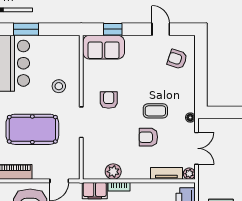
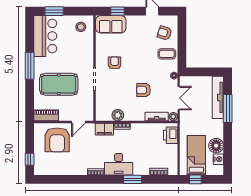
stool: (59, 86) -> (81, 27), moved
coffee table: (155, 111) -> (167, 54), moved

